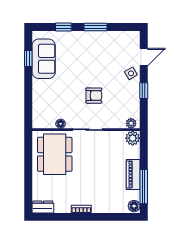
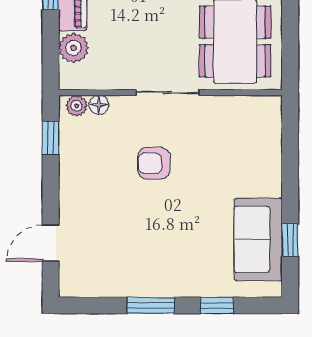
side table: (131, 73) -> (77, 209), removed
window: (144, 91) -> (51, 138), moved
floor lamp: (61, 124) -> (99, 105), moved
plant: (133, 138) -> (74, 48), moved

